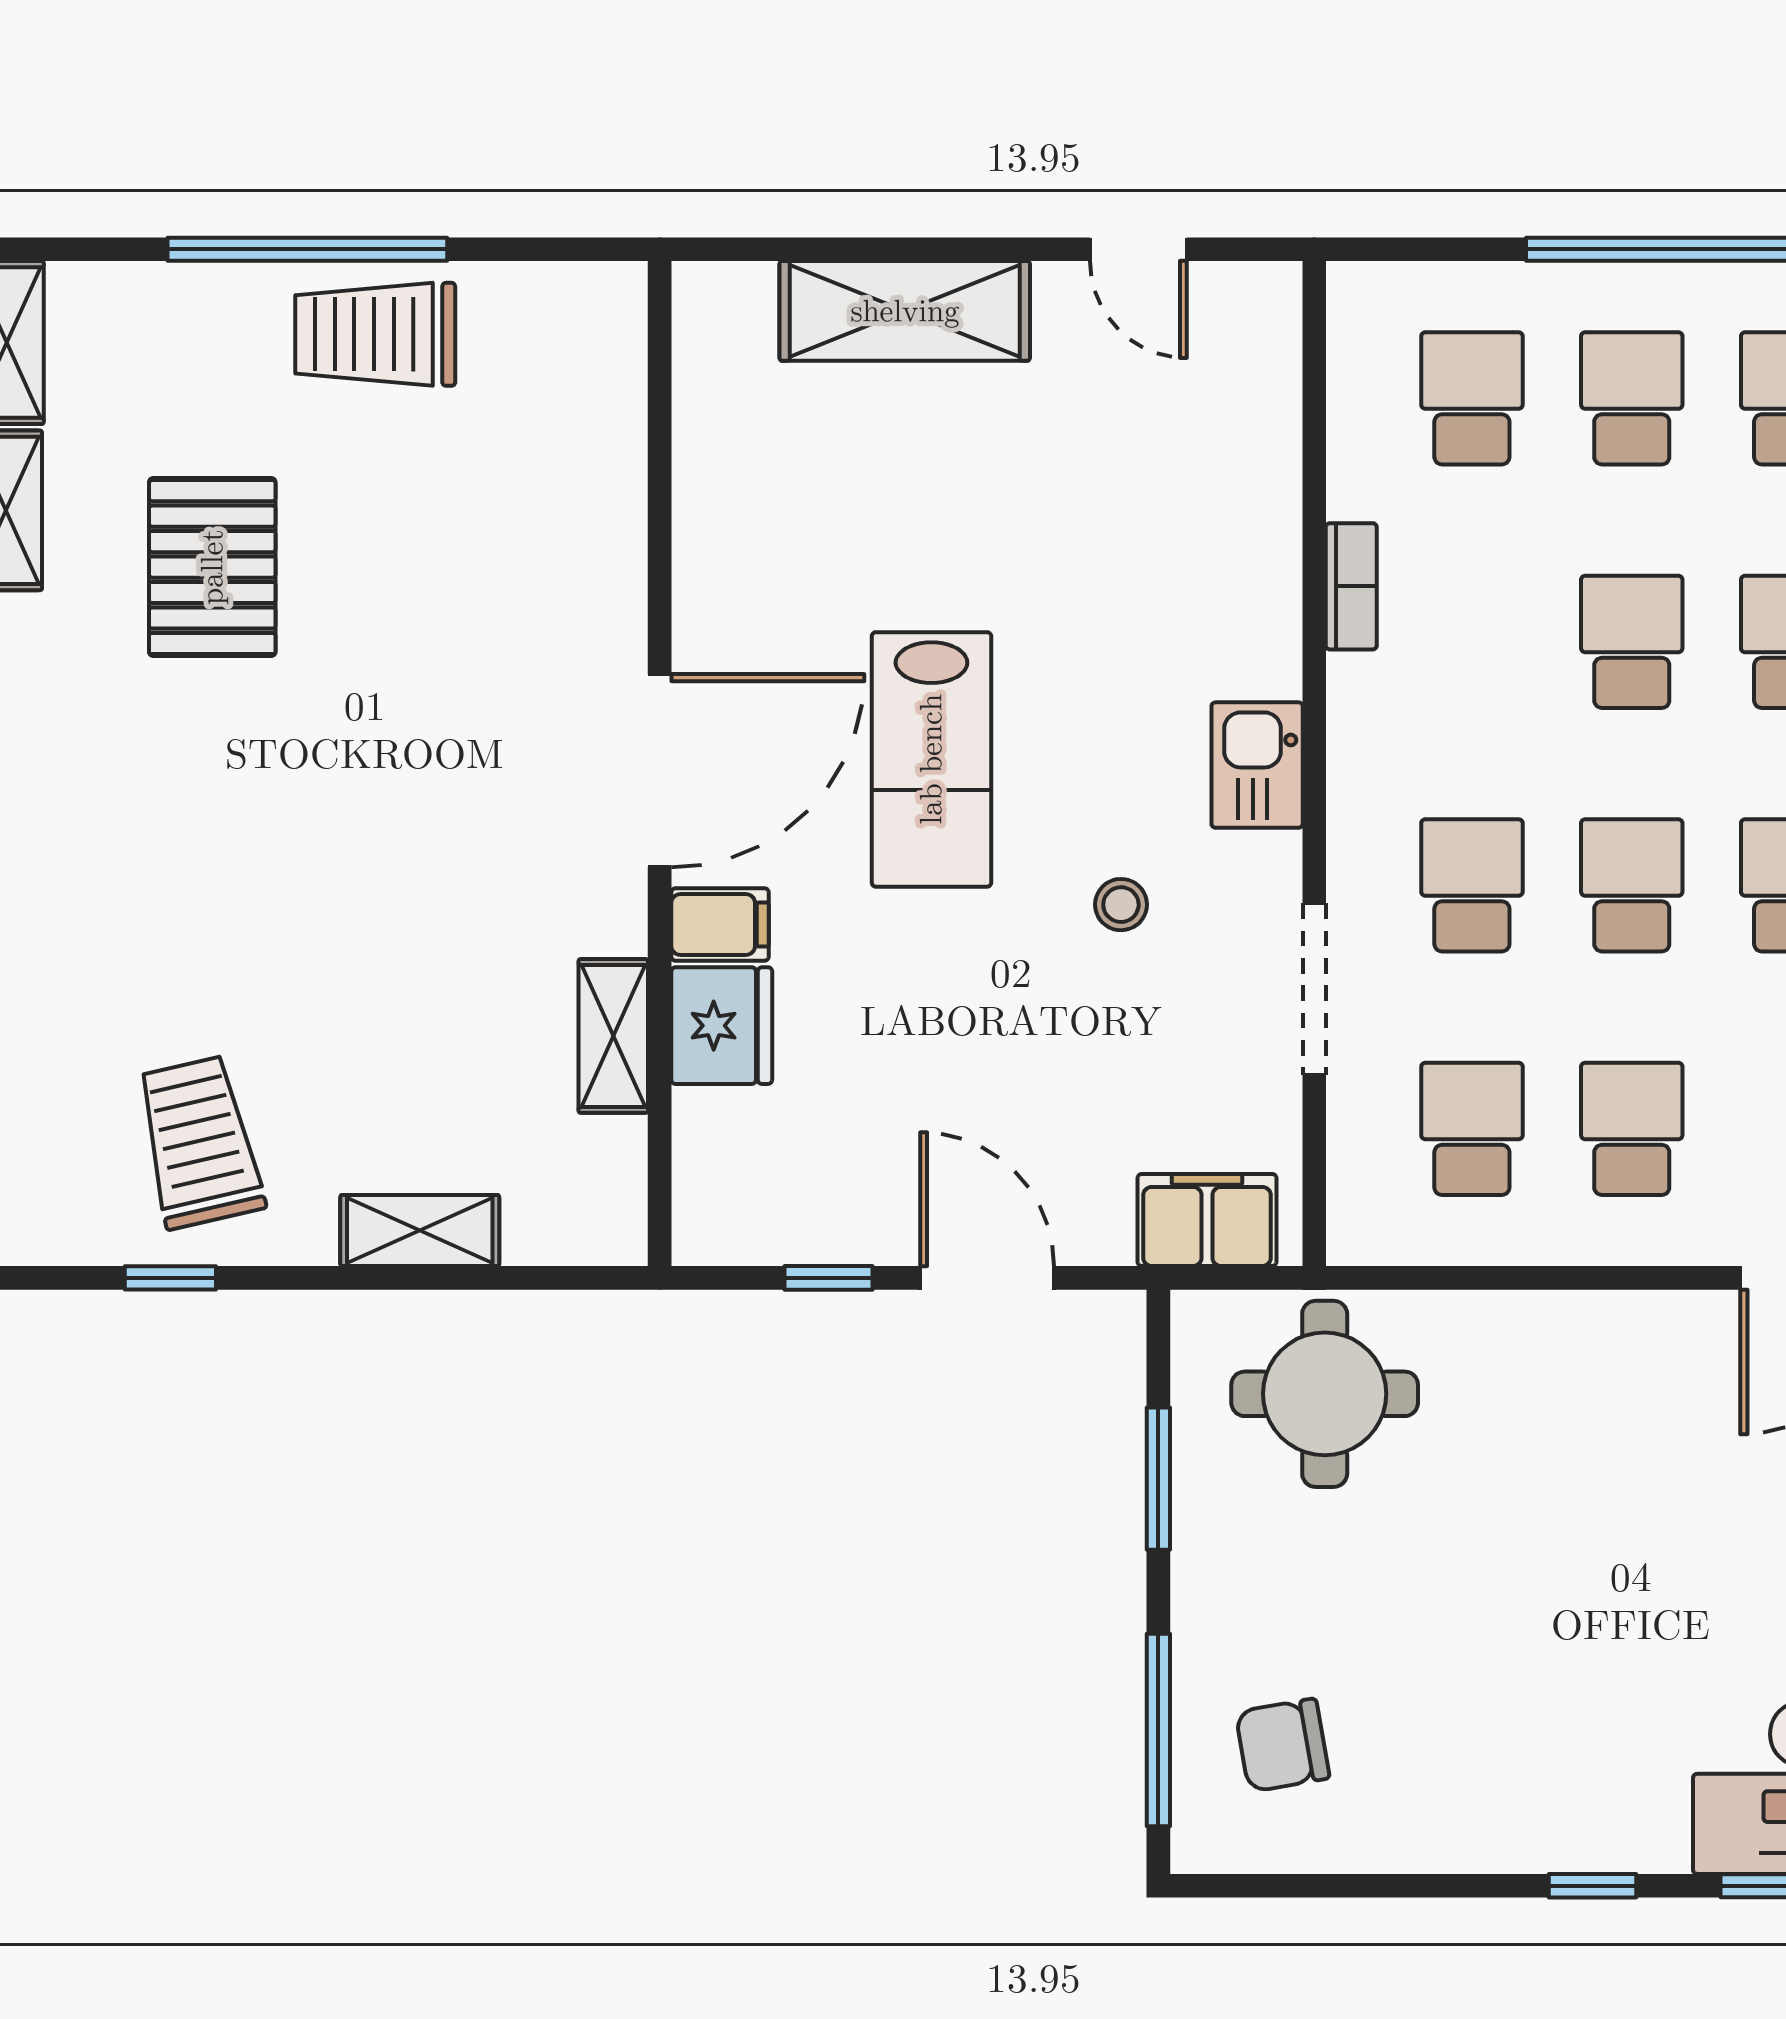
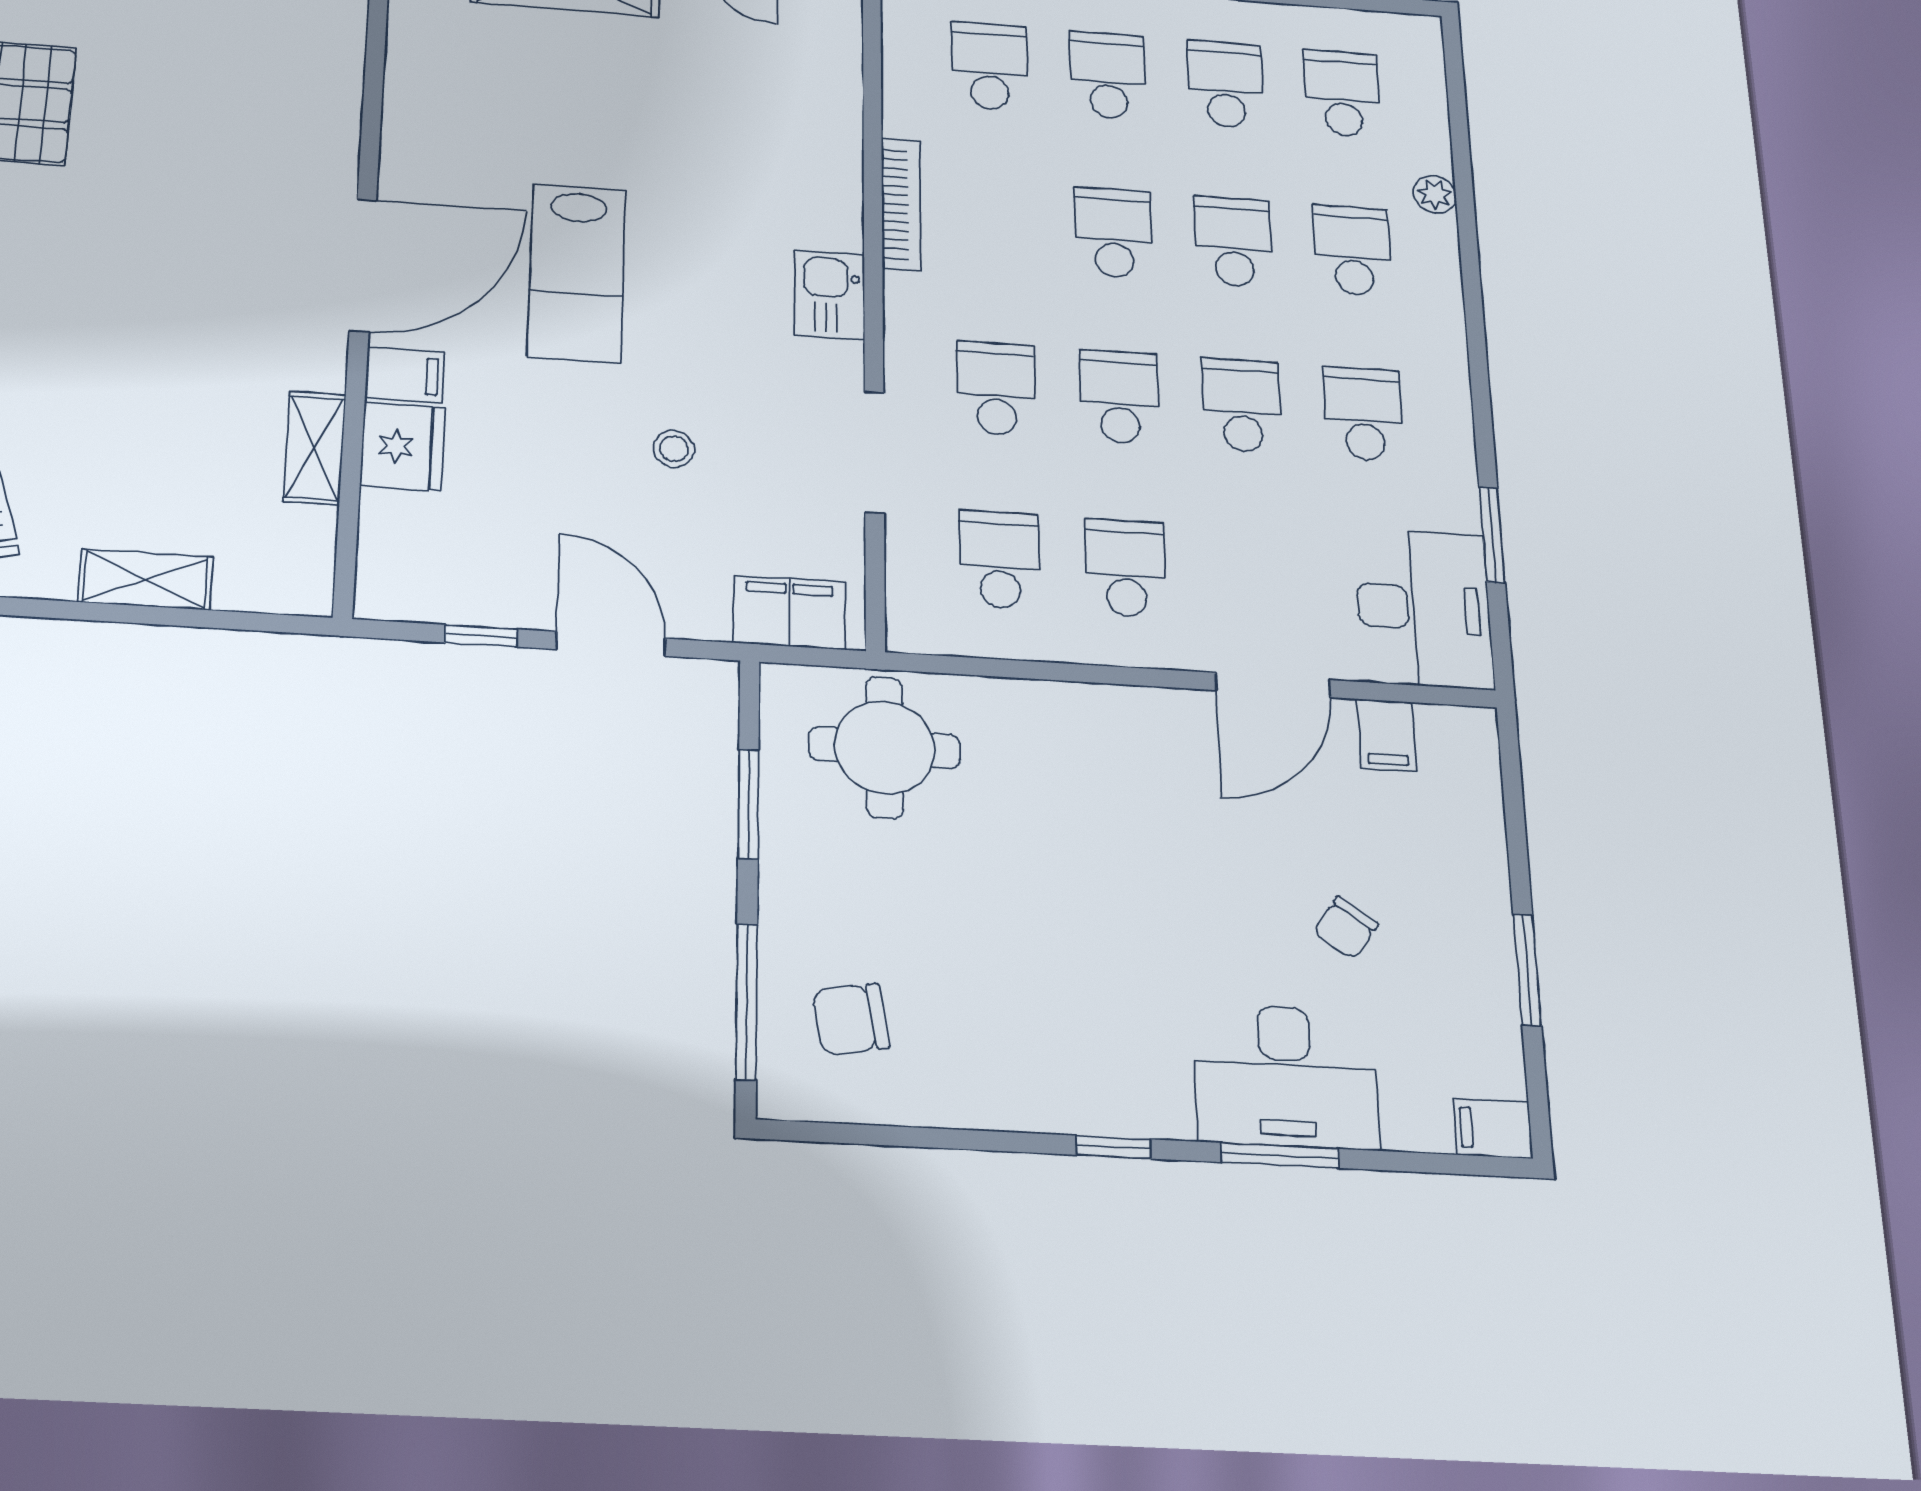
bookcase: (1351, 586) -> (901, 204), width x1.56
stool: (1121, 905) -> (674, 449), moved

